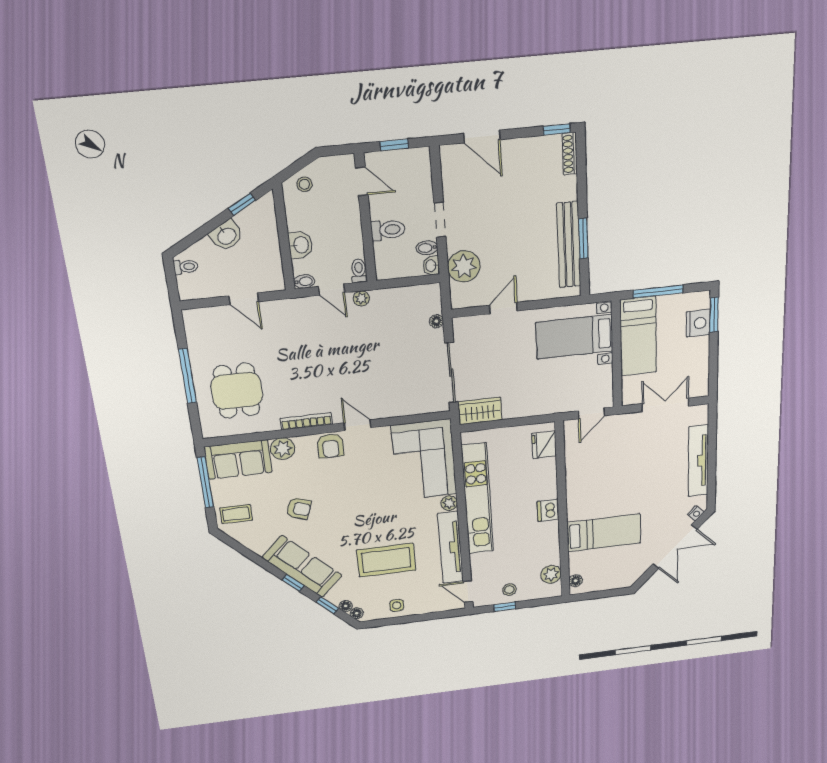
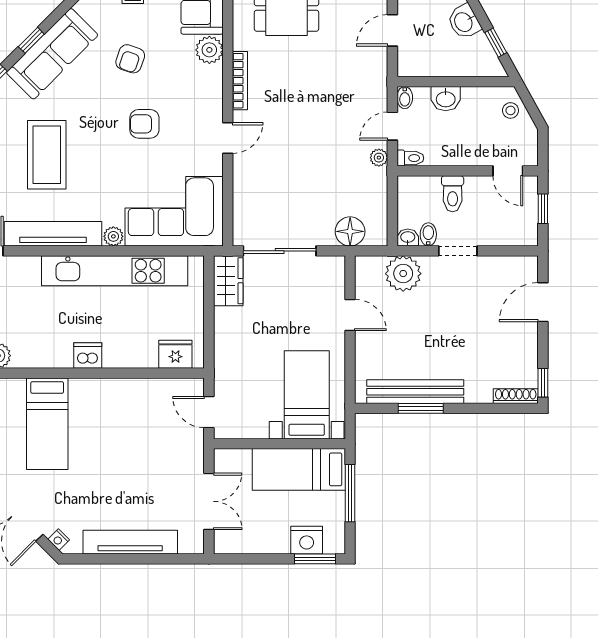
door: (362, 181) -> (508, 171), hinge flipped
floor lamp: (436, 321) -> (350, 231), width x1.89, depth x1.89
armchair: (330, 446) -> (144, 124), moved

